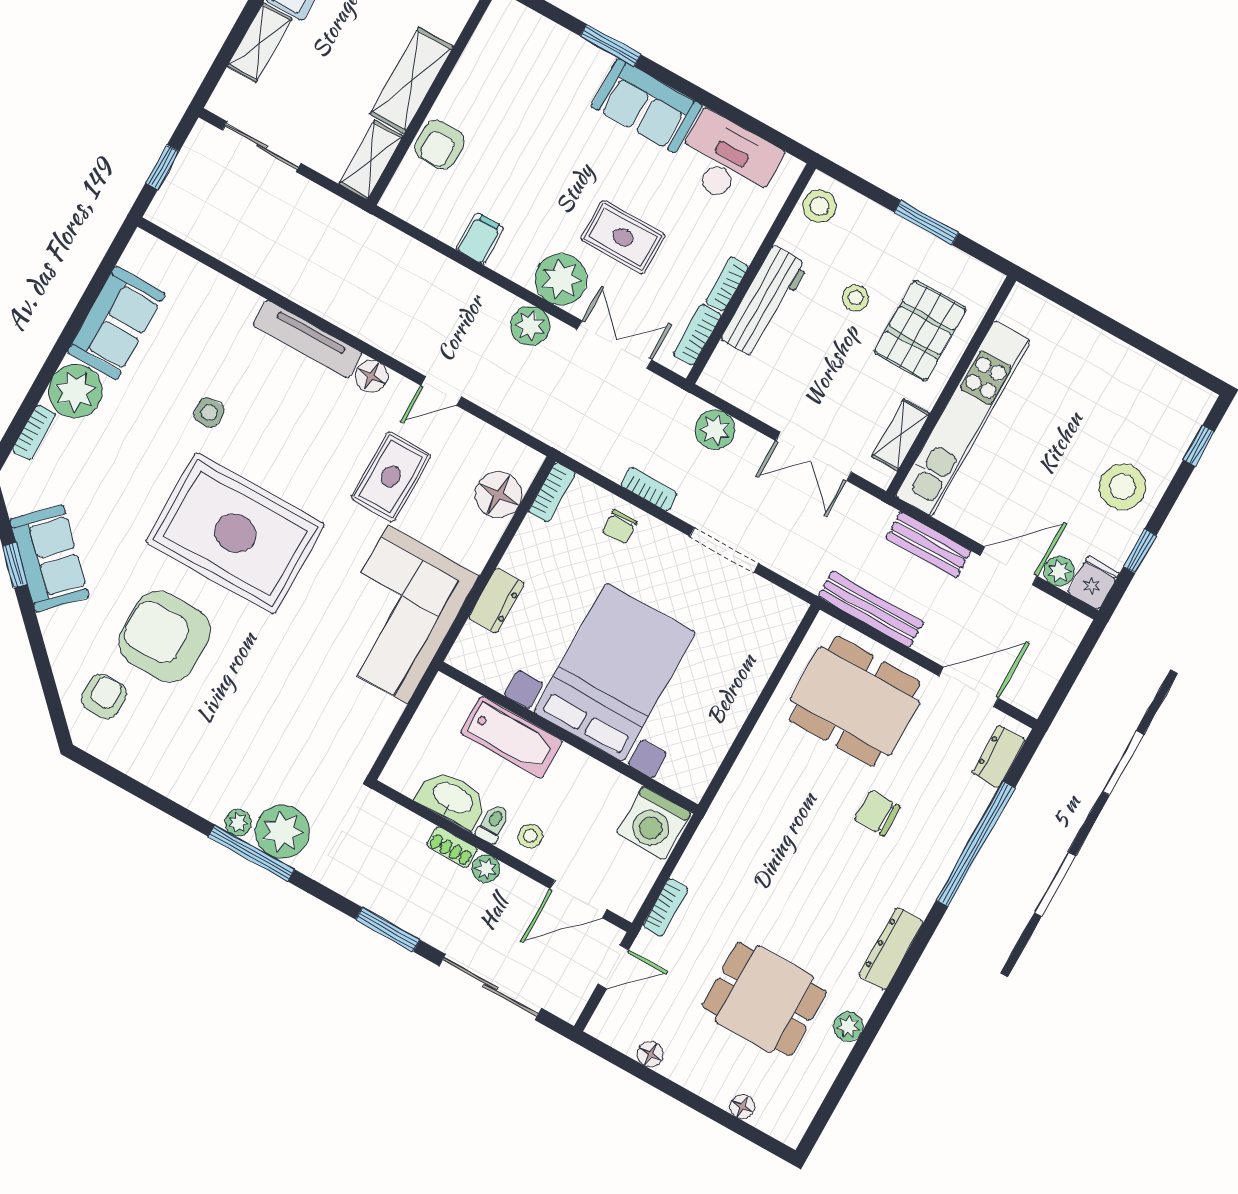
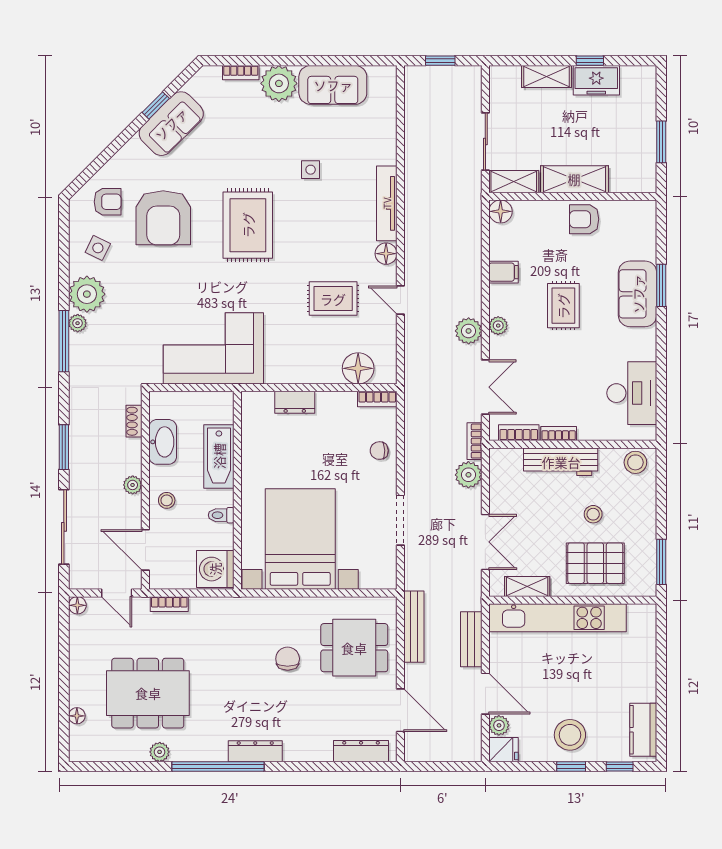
sofa: (647, 106) -> (638, 294), moved
armchair: (440, 145) -> (584, 219), moved
sliding door: (262, 147) -> (485, 141), moved
floor lamp: (400, 199) -> (501, 211), added
window: (926, 223) -> (661, 562), moved
rug: (623, 237) -> (563, 306), moved
plant: (561, 279) -> (498, 326), width x0.53, depth x0.53
kitchen counter: (1169, 389) -> (643, 730), added
double door: (814, 456) -> (485, 542), swing flipped
bookcase: (649, 489) -> (474, 441), moved, turned 180
rug: (235, 533) -> (248, 225), width x0.73, depth x0.69
window: (1140, 551) -> (571, 767), moved
corner sofa: (398, 614) -> (213, 348), moved
armchair: (165, 637) -> (163, 218), turned 180
bed with nightstands: (615, 672) -> (300, 539), moved, turned -90
dining table: (855, 701) -> (354, 648), width x0.73
side table: (156, 742) -> (98, 248), added
dresser: (999, 756) -> (361, 751), width x1.44
chair: (877, 813) -> (288, 659), moved
toilet: (493, 823) -> (221, 515), moved, turned 180
plant: (282, 832) -> (87, 294), moved
window: (975, 844) -> (218, 767), moved
shoe rack: (452, 847) -> (134, 421), moved
dresser: (891, 949) -> (255, 751), moved
dining table: (764, 999) -> (148, 693), width x1.38
floor lamp: (650, 1054) -> (77, 605), moved

